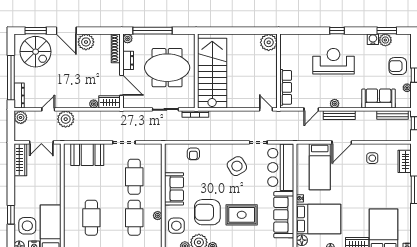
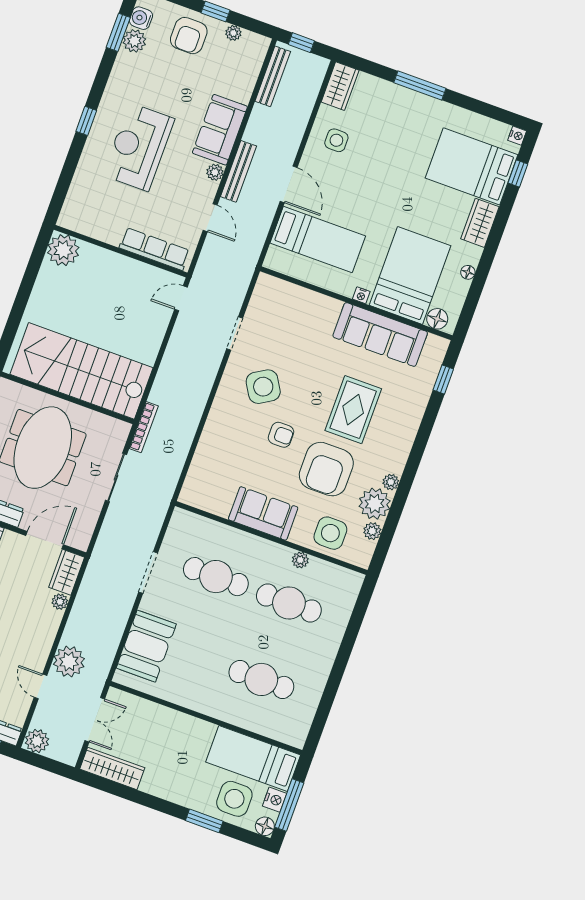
water cooler: (373, 39) -> (141, 18), moved
sofa: (379, 98) -> (220, 130), moved
armchair: (193, 154) -> (281, 435), moved
wardrobe: (405, 161) -> (340, 86), moved, turned -90
bar counter: (281, 167) -> (294, 309), removed

